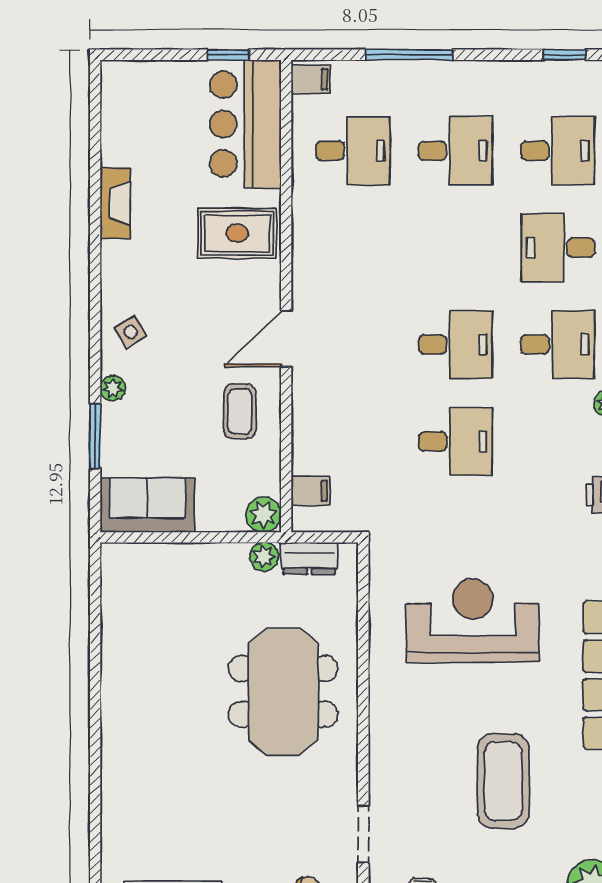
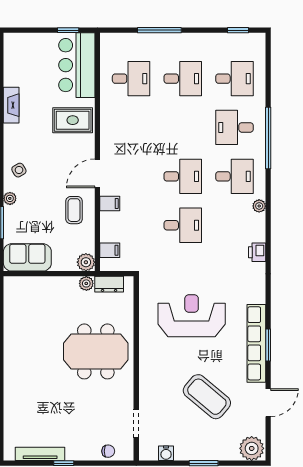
filing cabinet: (311, 79) -> (110, 204), moved
meeting table: (283, 692) -> (96, 351), turned 90
coffee table: (503, 781) -> (207, 397), turned -50

